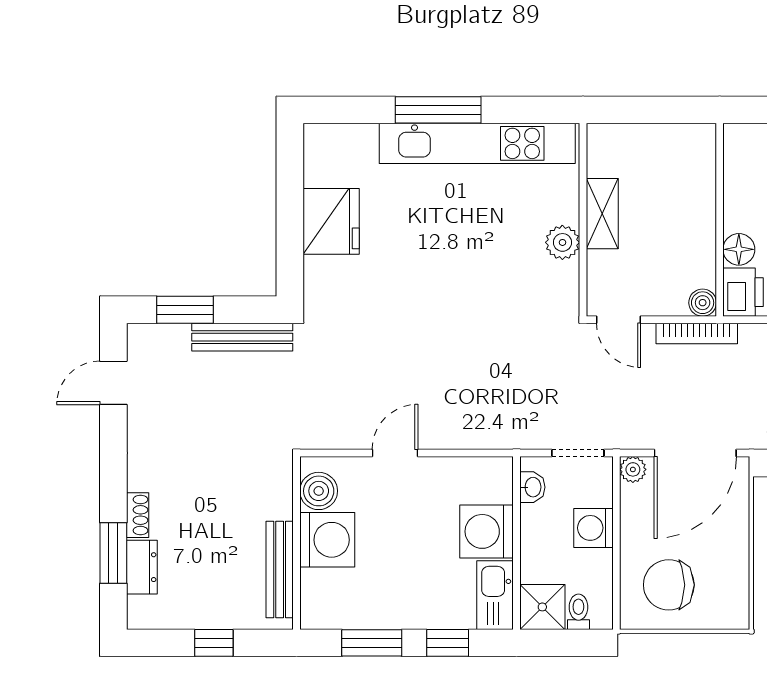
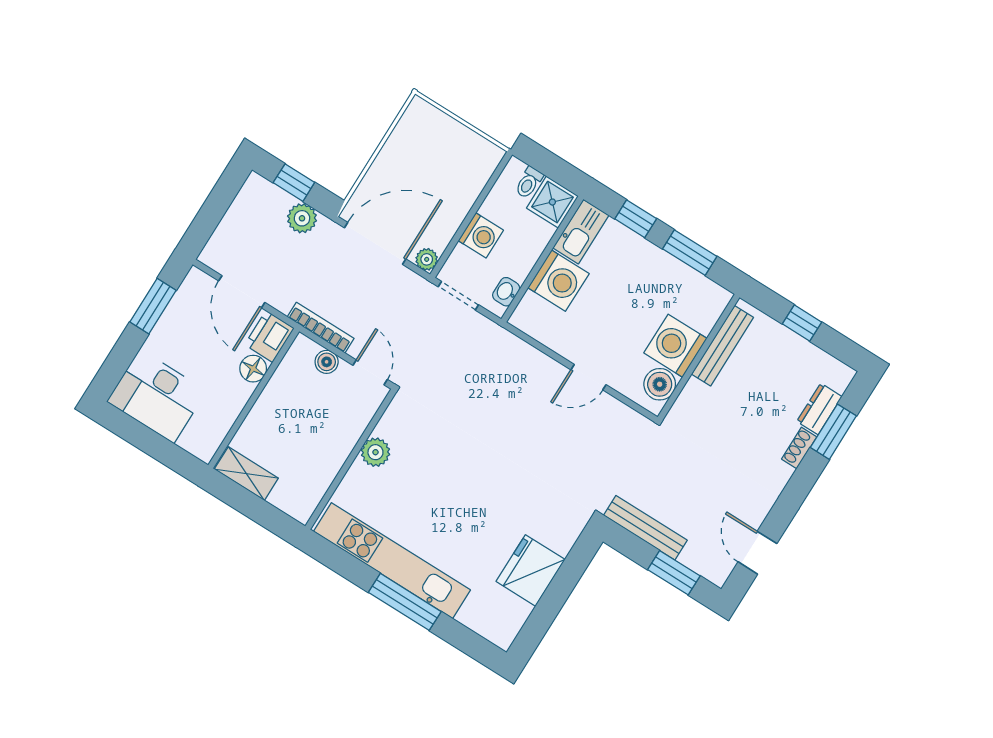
shelving: (602, 214) -> (246, 474), moved, turned 90
boiler: (703, 303) -> (327, 362), moved
door: (113, 383) -> (757, 553), swing flipped
chair: (669, 585) -> (453, 161), removed

